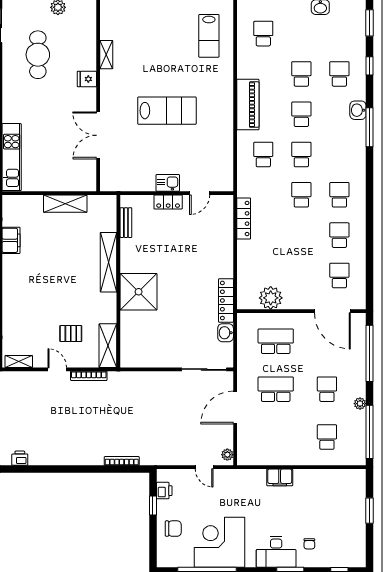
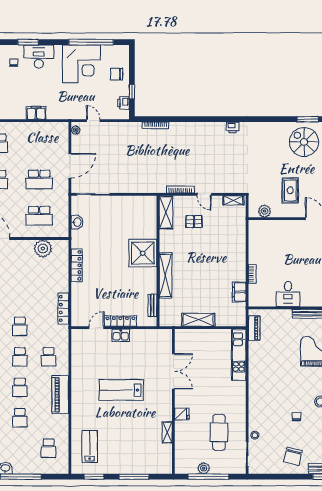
locker: (168, 202) -> (120, 321), width x1.53
locker: (226, 300) -> (77, 265), moved

